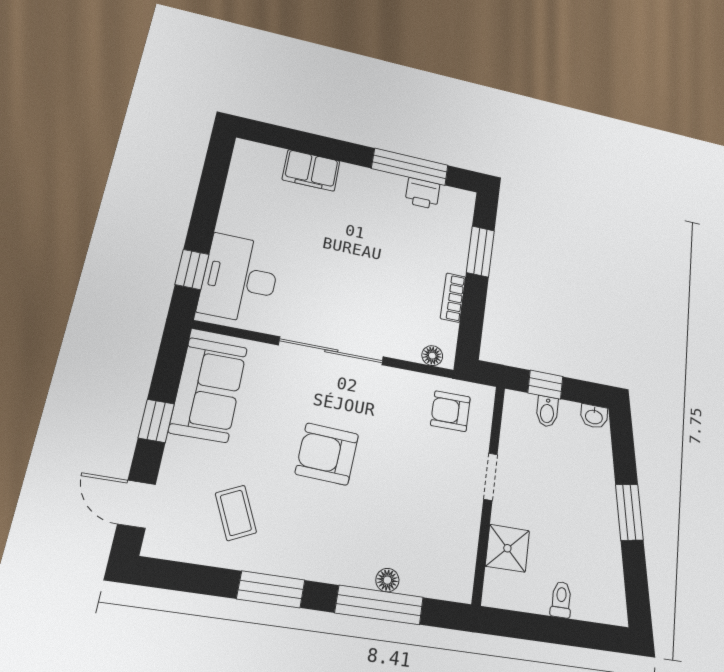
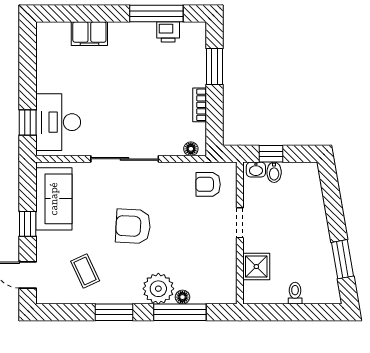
washbasin: (594, 416) -> (256, 170), moved
window: (629, 512) -> (342, 259), moved
plant: (351, 560) -> (158, 289), added

